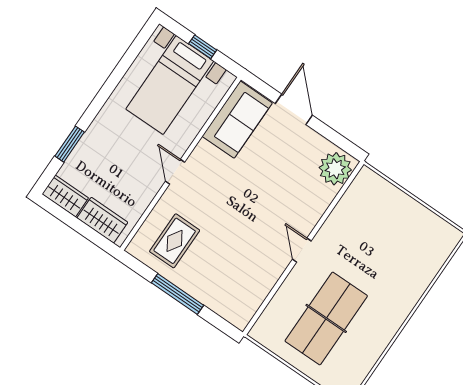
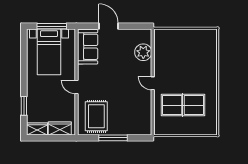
window: (203, 47) -> (52, 26), width x2.17
plant: (335, 169) -> (143, 52), moved
rug: (175, 241) -> (96, 116), width x1.36, depth x1.43
table tennis table: (326, 318) -> (183, 105), turned 90

